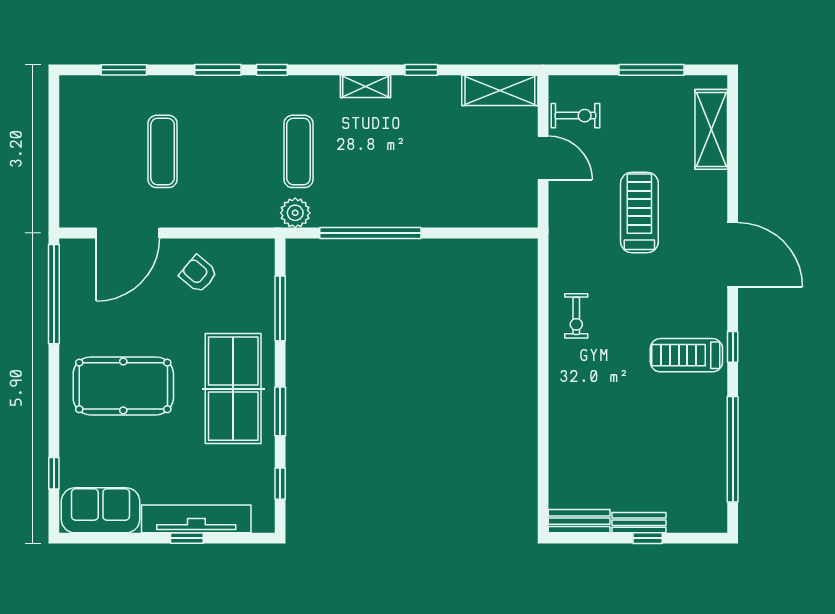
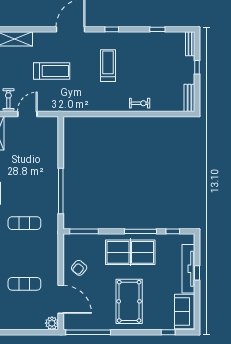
treadmill: (639, 212) -> (52, 71), turned 180
plant: (295, 213) -> (52, 323), moved
window: (280, 308) -> (84, 231), moved
exercise bike: (576, 316) -> (140, 103), moved
treadmill: (686, 355) -> (108, 66), moved, turned 180
window: (280, 411) -> (140, 231), width x1.44
window: (733, 449) -> (157, 29), width x0.32
bench: (639, 523) -> (190, 44), moved

